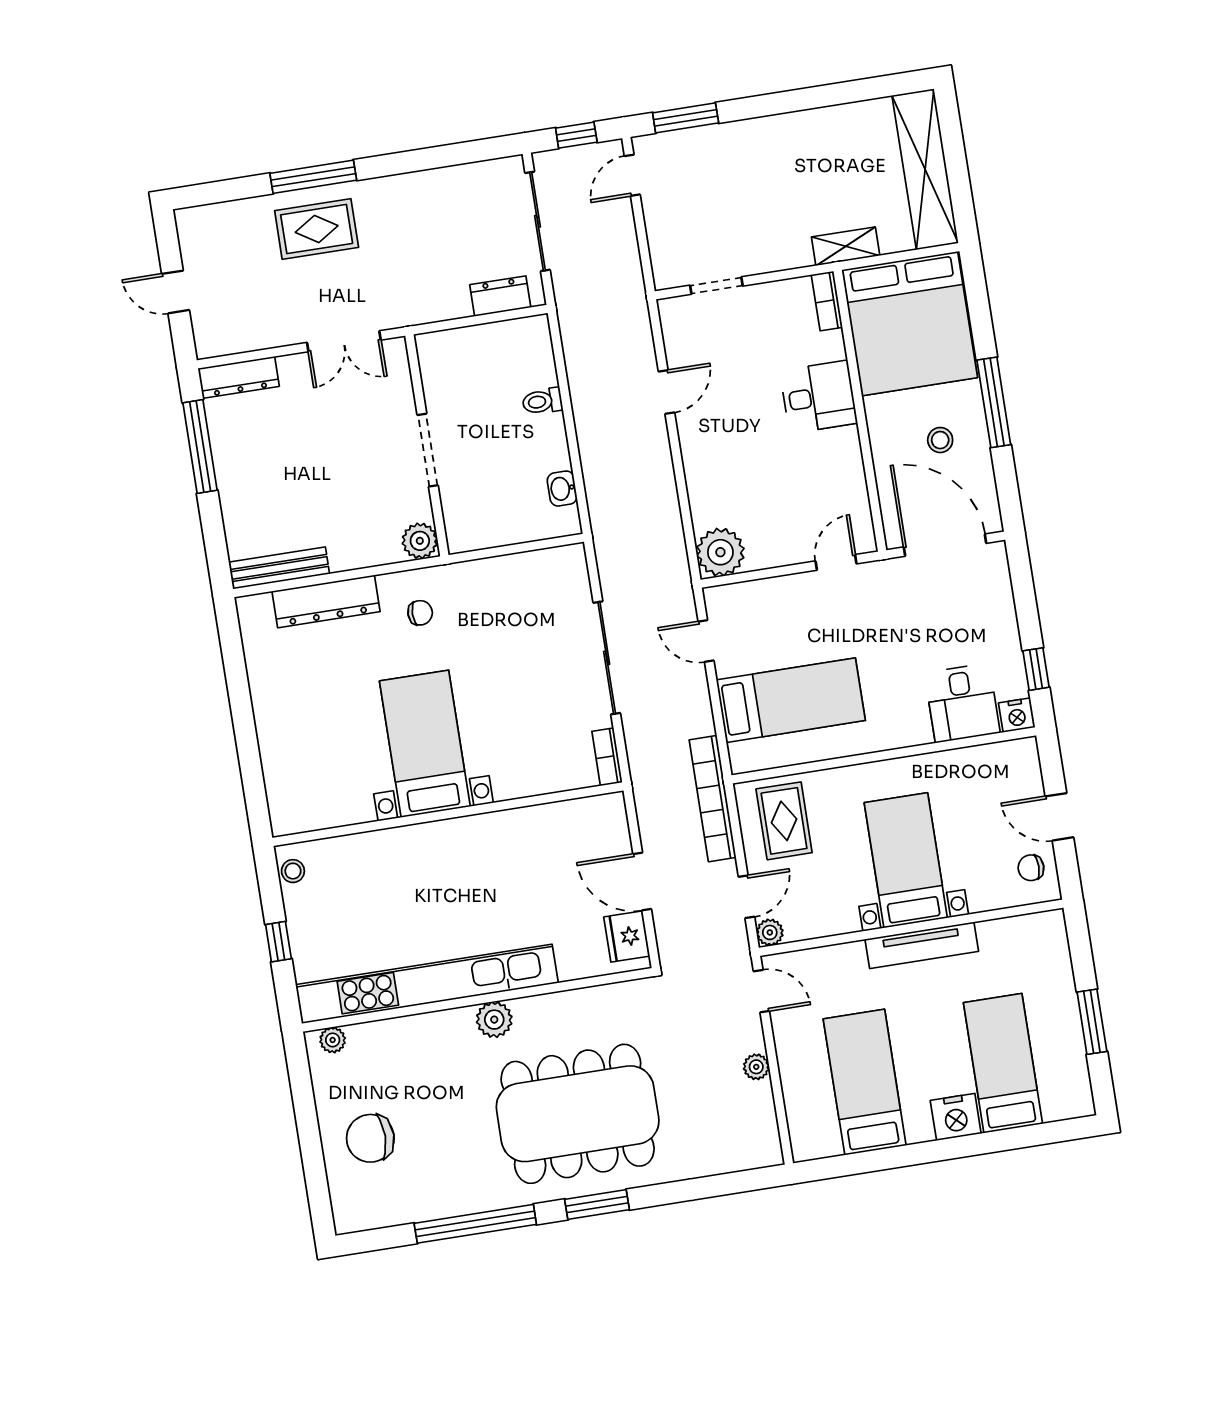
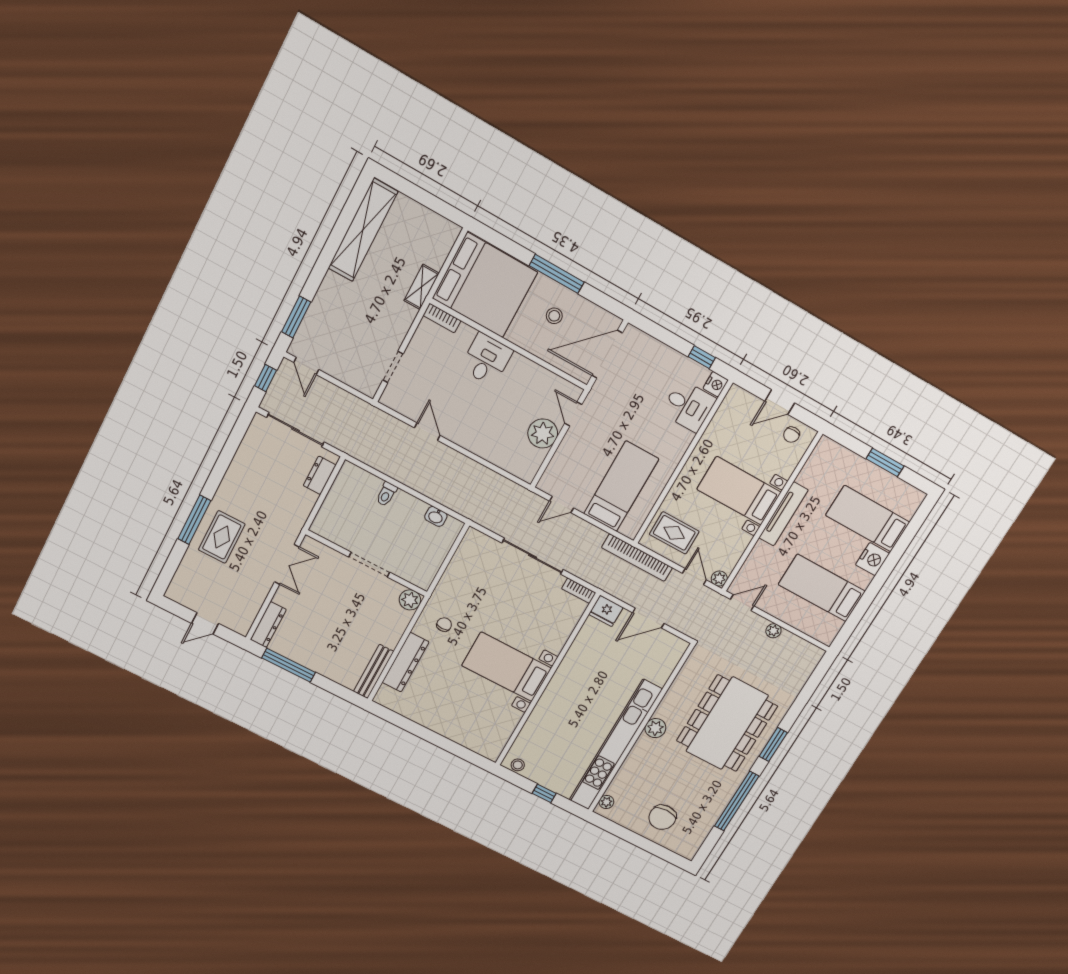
shelving: (925, 169) -> (363, 230), moved, turned 90
plant: (720, 552) -> (543, 433), moved
fridge: (627, 936) -> (606, 611), moved

